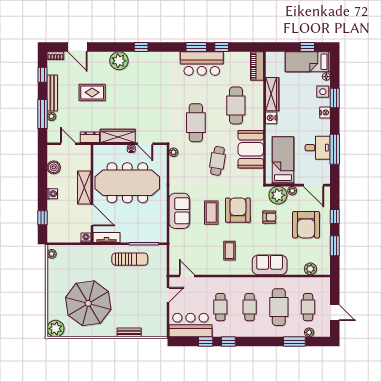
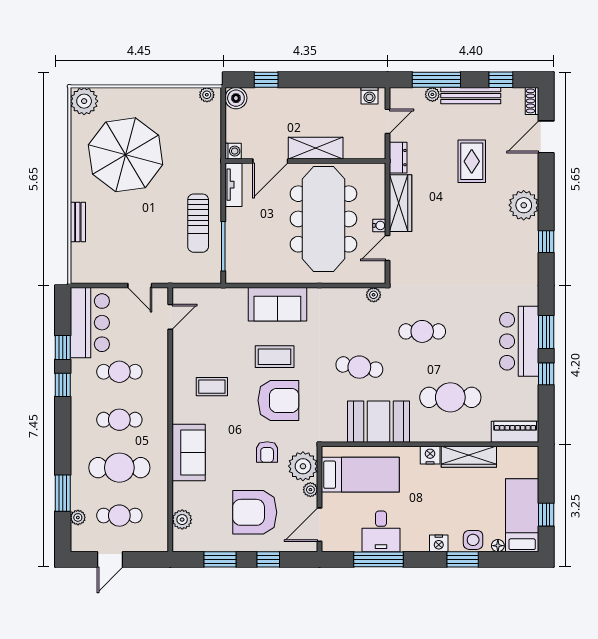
cafe table: (196, 123) -> (422, 331), width x0.73, depth x0.74
boiler: (54, 167) -> (236, 98), moved
washing machine: (52, 194) -> (369, 96), moved

